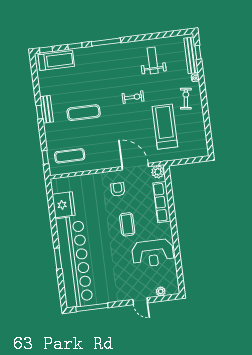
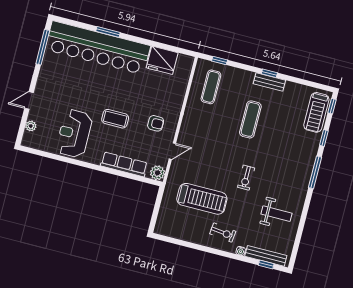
door: (135, 167) -> (172, 151), width x0.53

